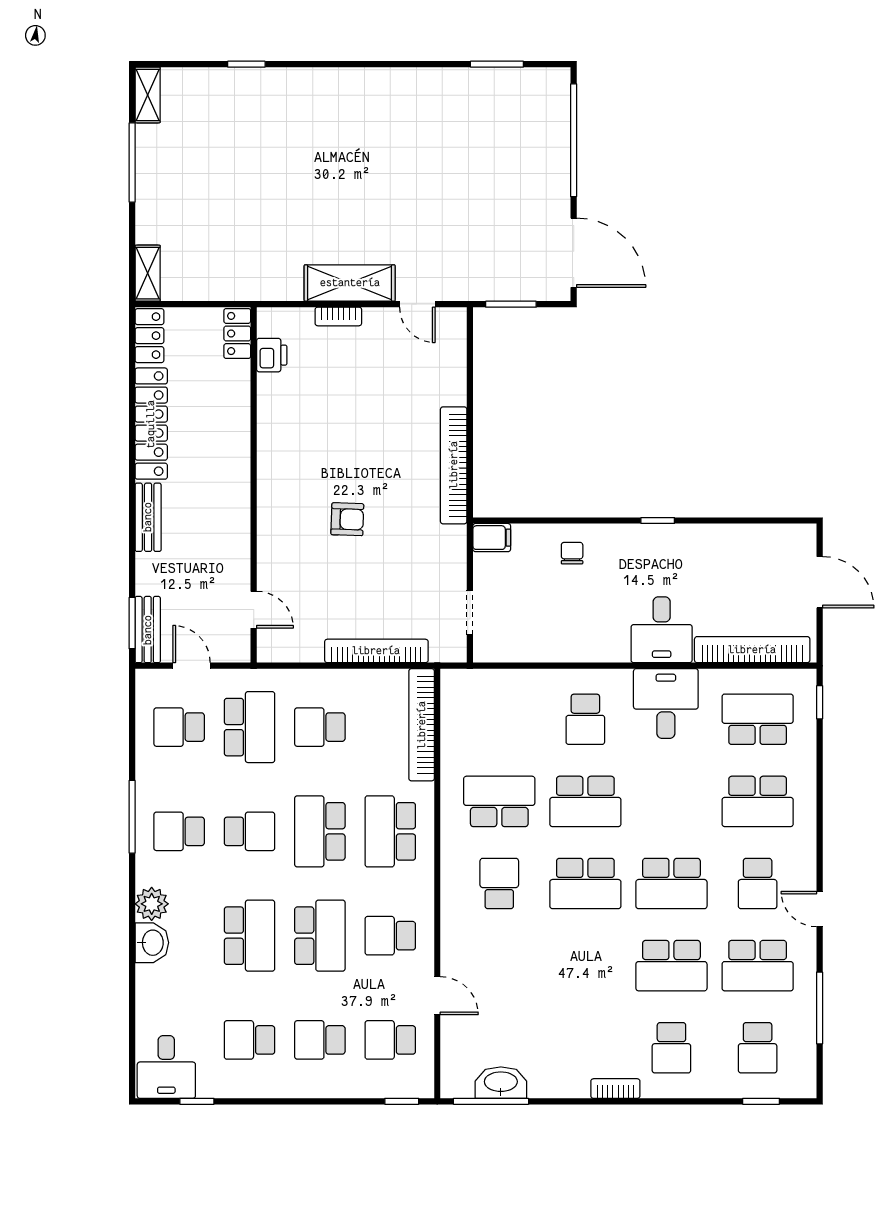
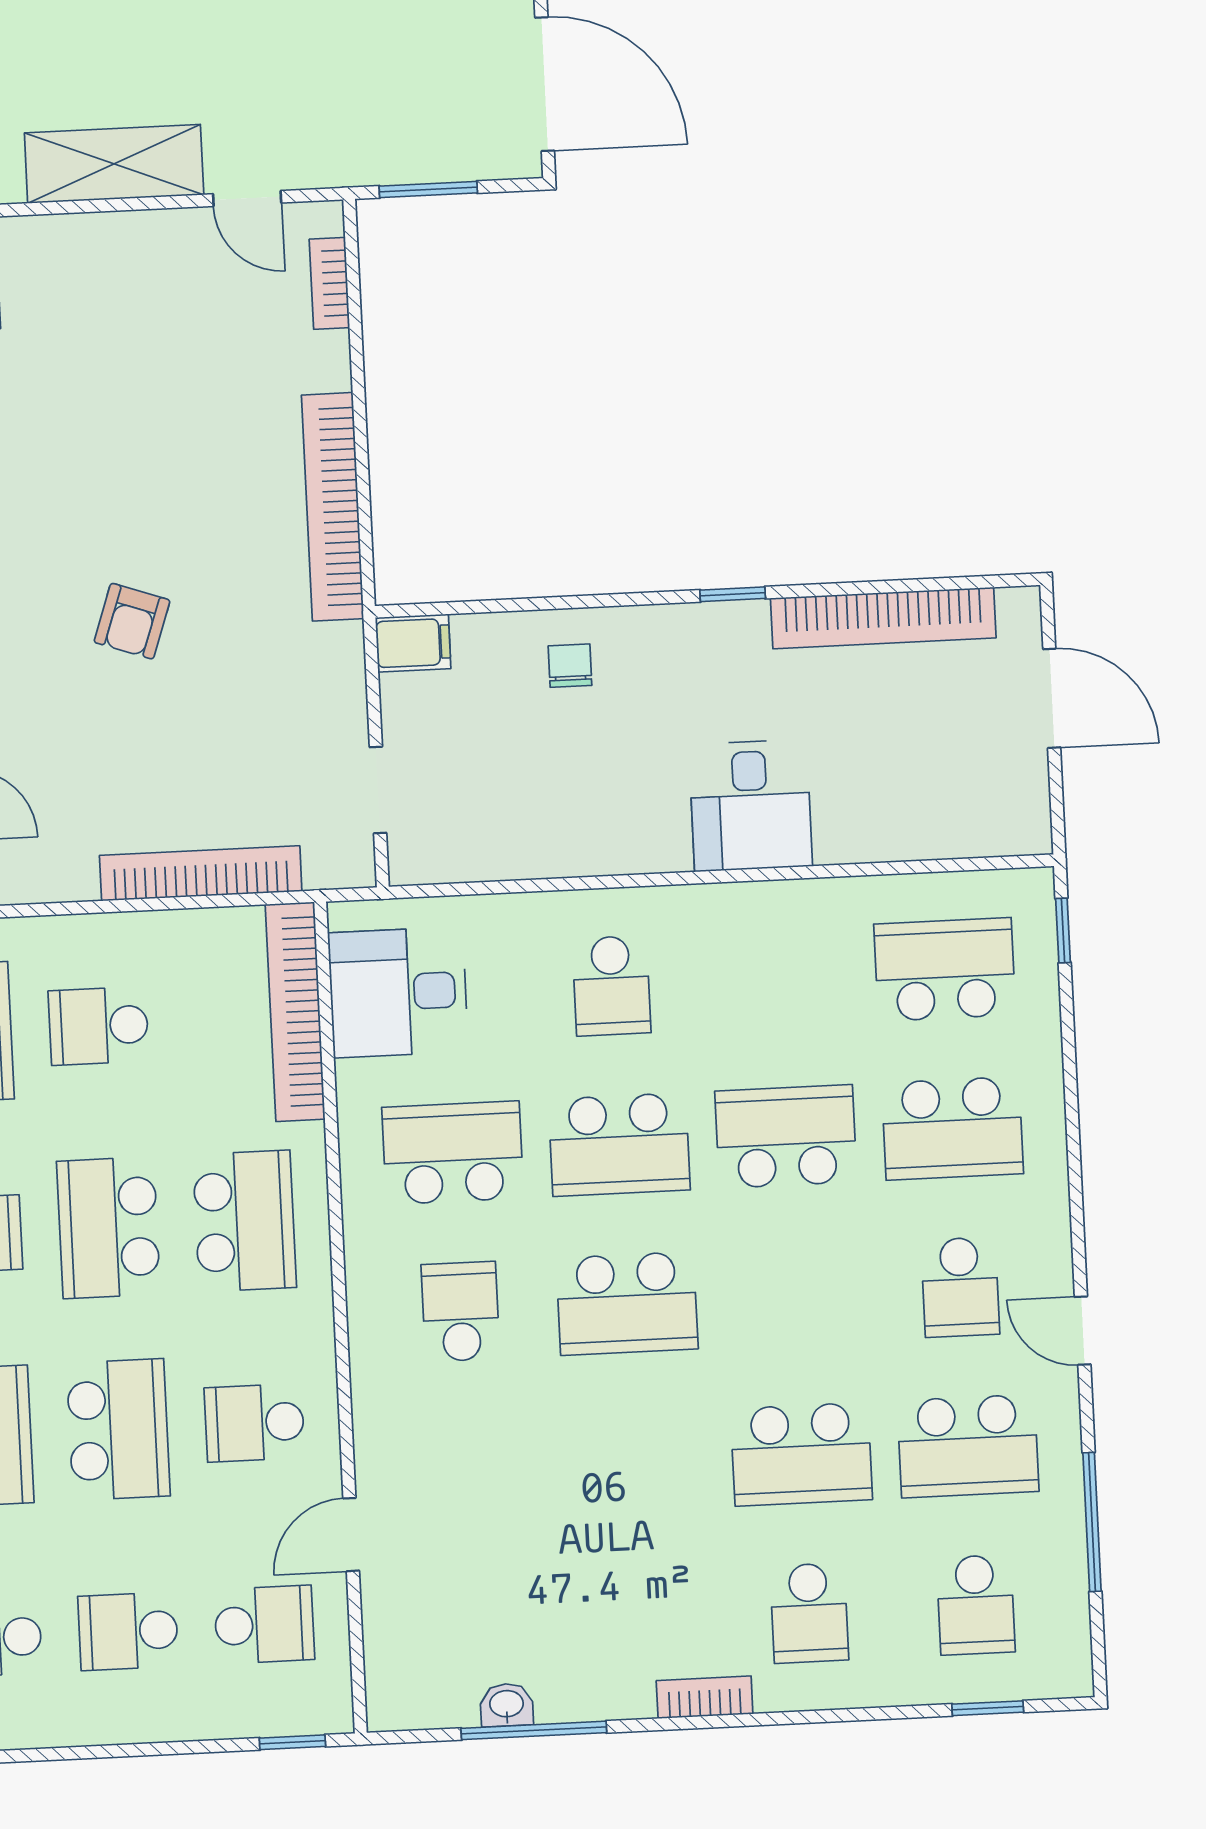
bookcase: (338, 316) -> (329, 283), moved, turned 90
armchair: (347, 519) -> (132, 621), turned 107
bookcase: (752, 650) -> (883, 618), moved, turned 180
desk: (666, 704) -> (398, 992), moved, turned -90
school desk: (390, 831) -> (245, 1221), turned 180
school desk: (671, 884) -> (786, 1136), moved, turned 180
door: (437, 996) -> (351, 1535), swing flipped
school desk: (390, 1040) -> (264, 1625), turned 180
washbasin: (501, 1083) -> (507, 1705), width x0.52, depth x0.69
window: (491, 1101) -> (534, 1730), moved

